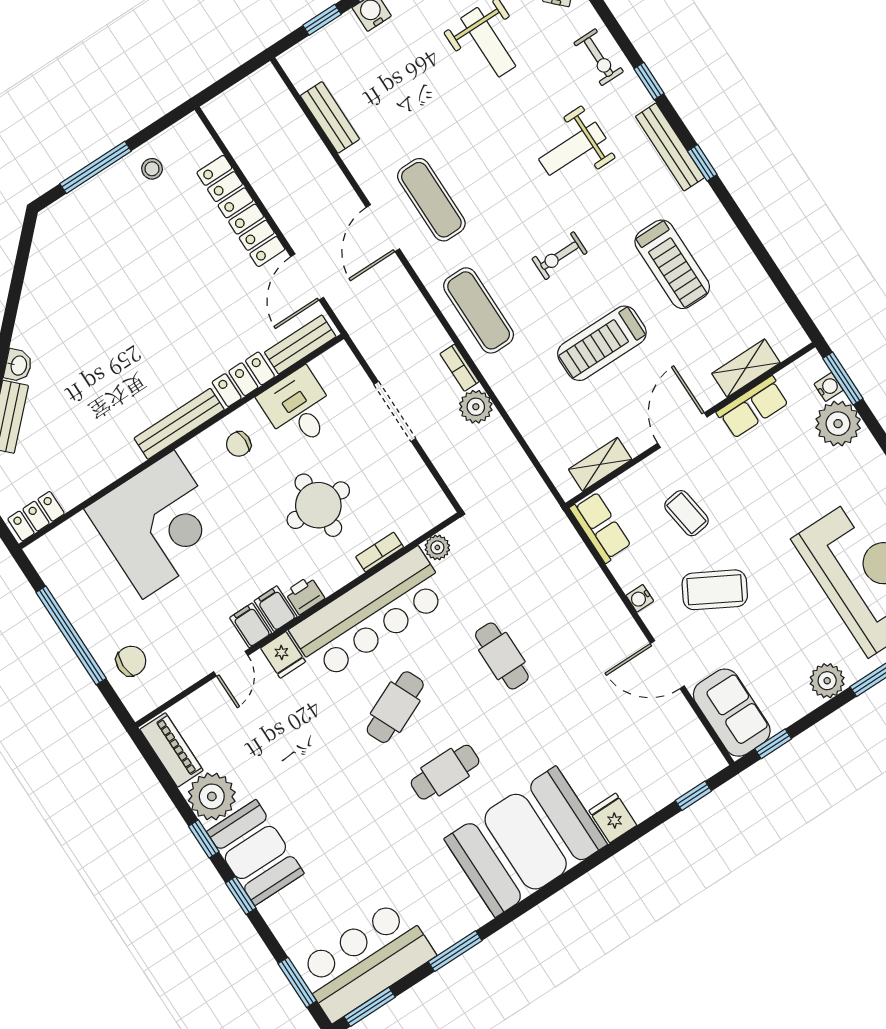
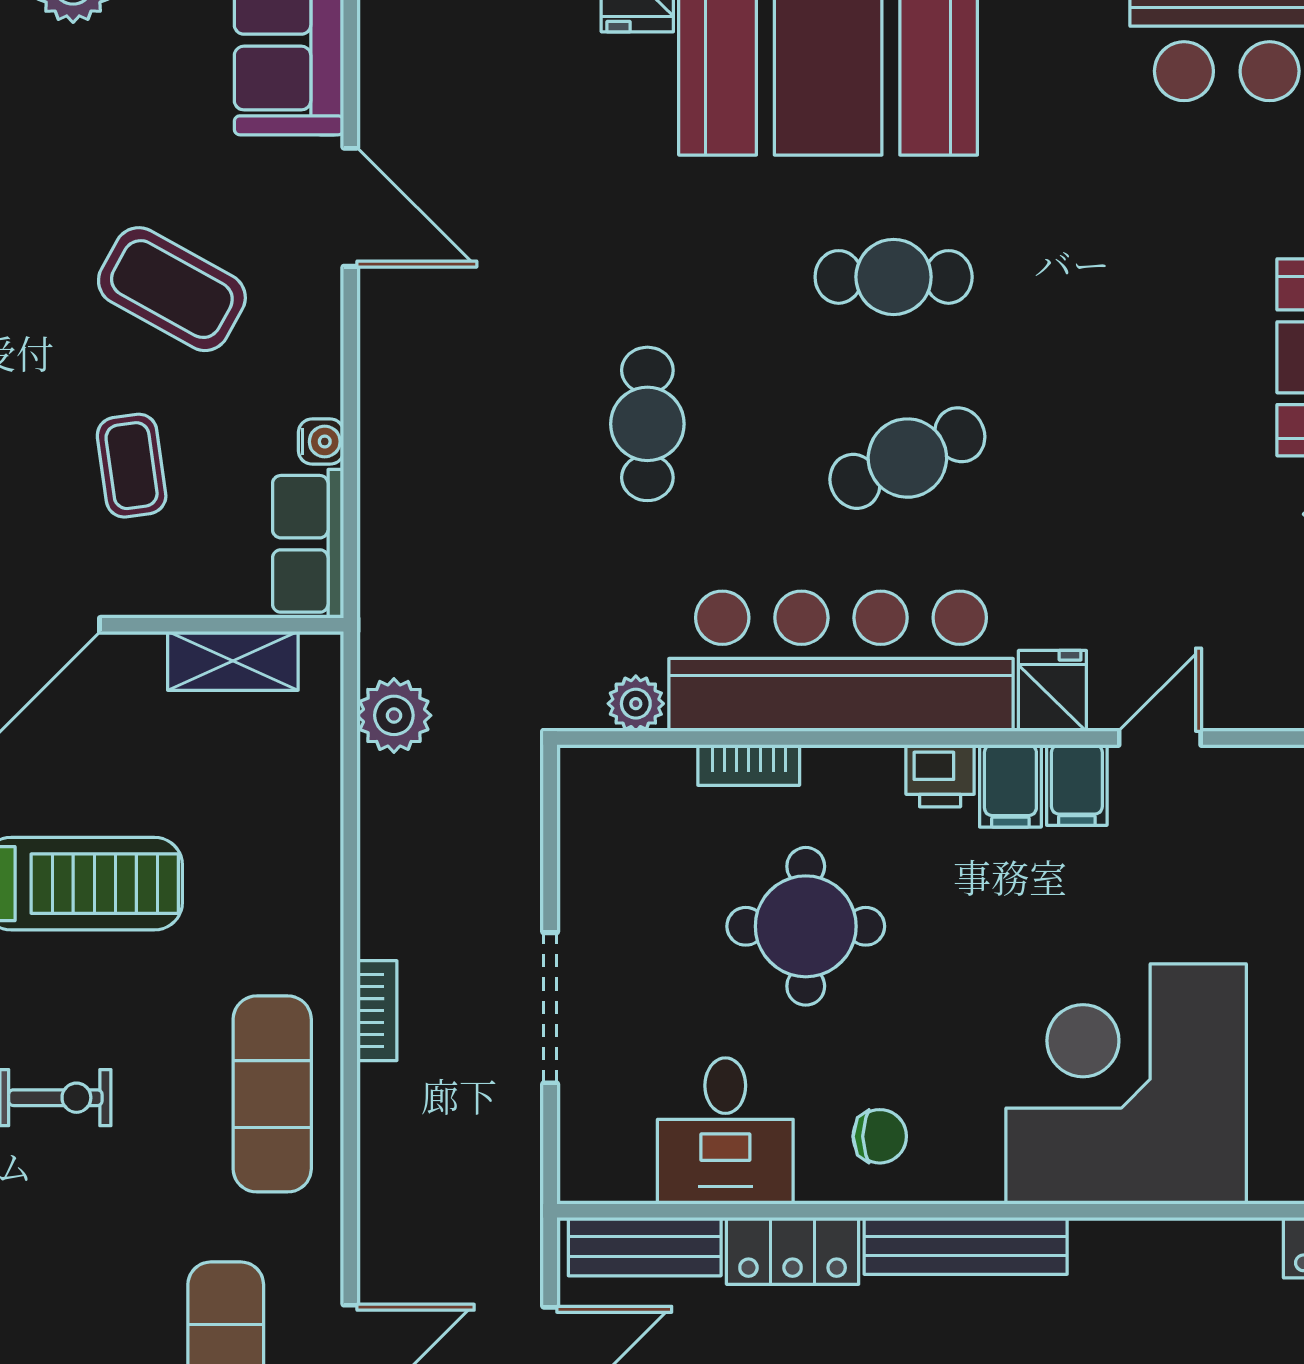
plant: (476, 407) -> (394, 715), moved
water cooler: (640, 598) -> (321, 442), moved

